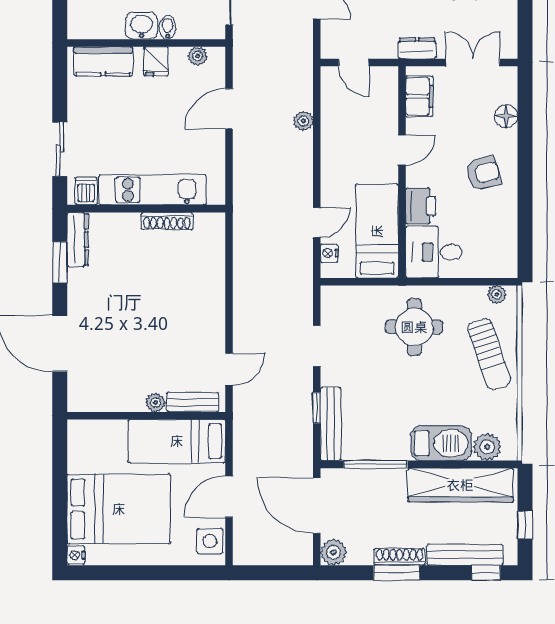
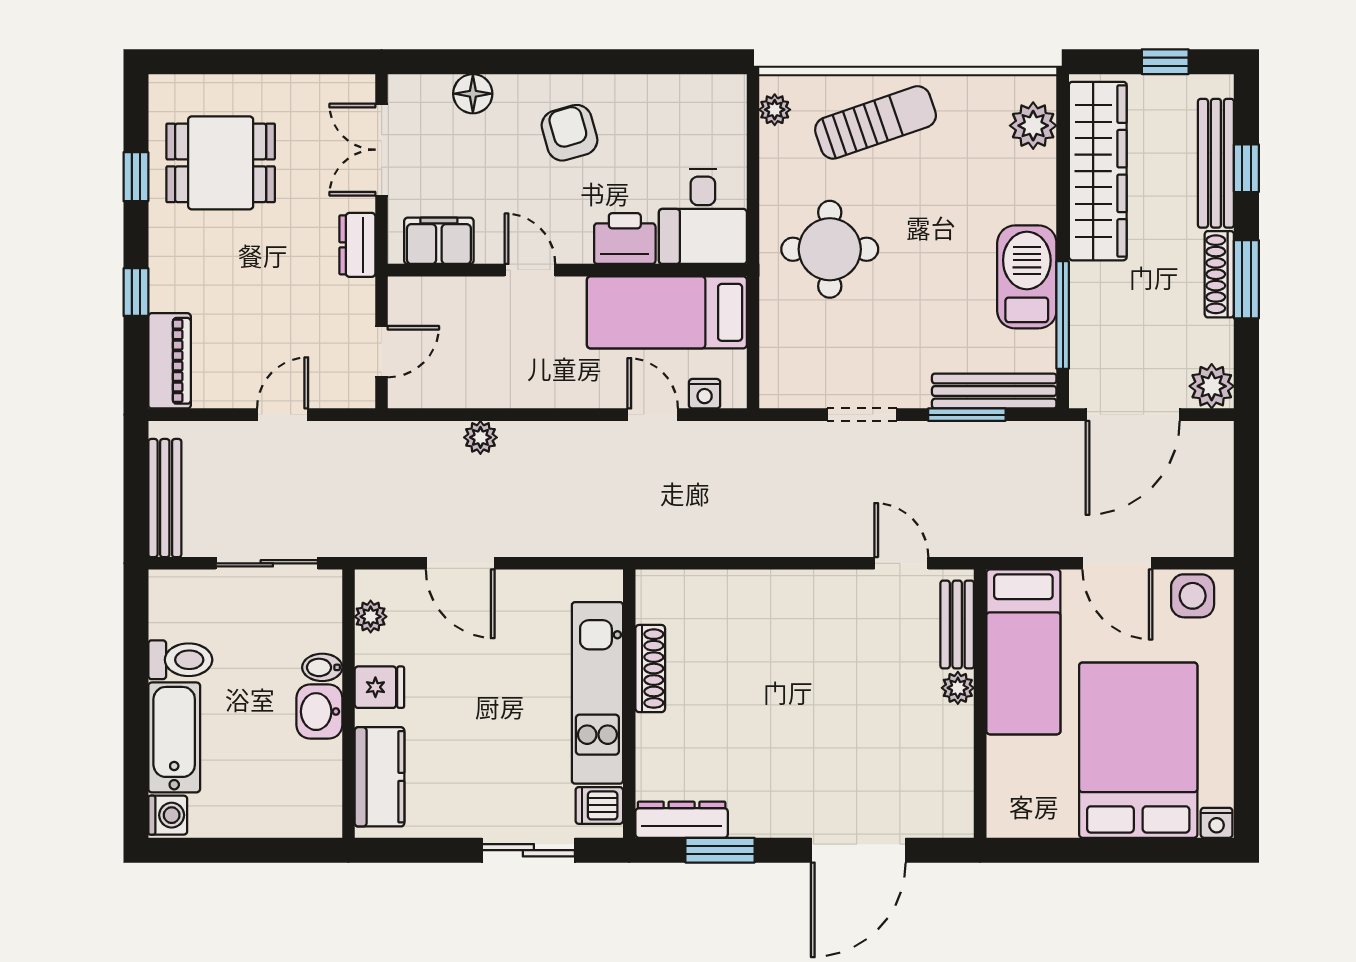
window: (317, 408) -> (967, 415), width x1.50
barbecue: (441, 443) -> (1027, 277), moved
window: (486, 573) -> (1246, 168), moved

